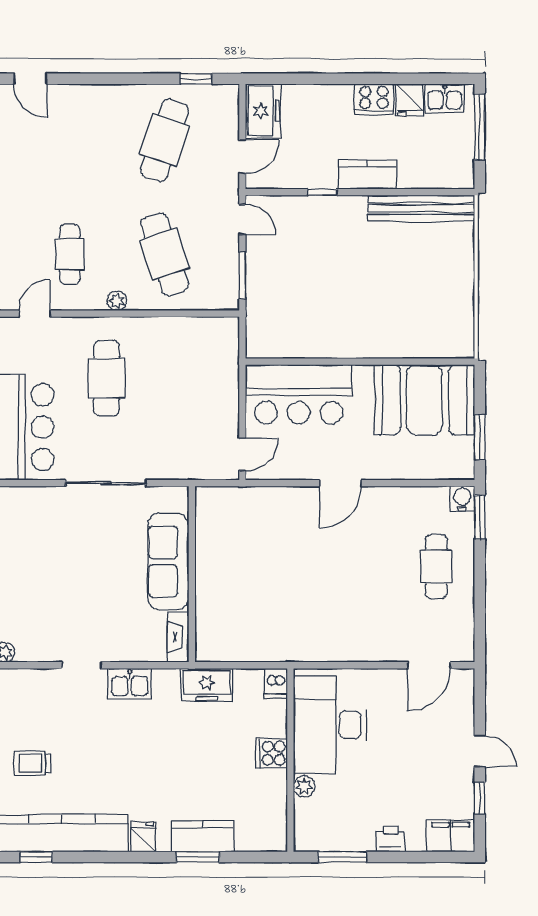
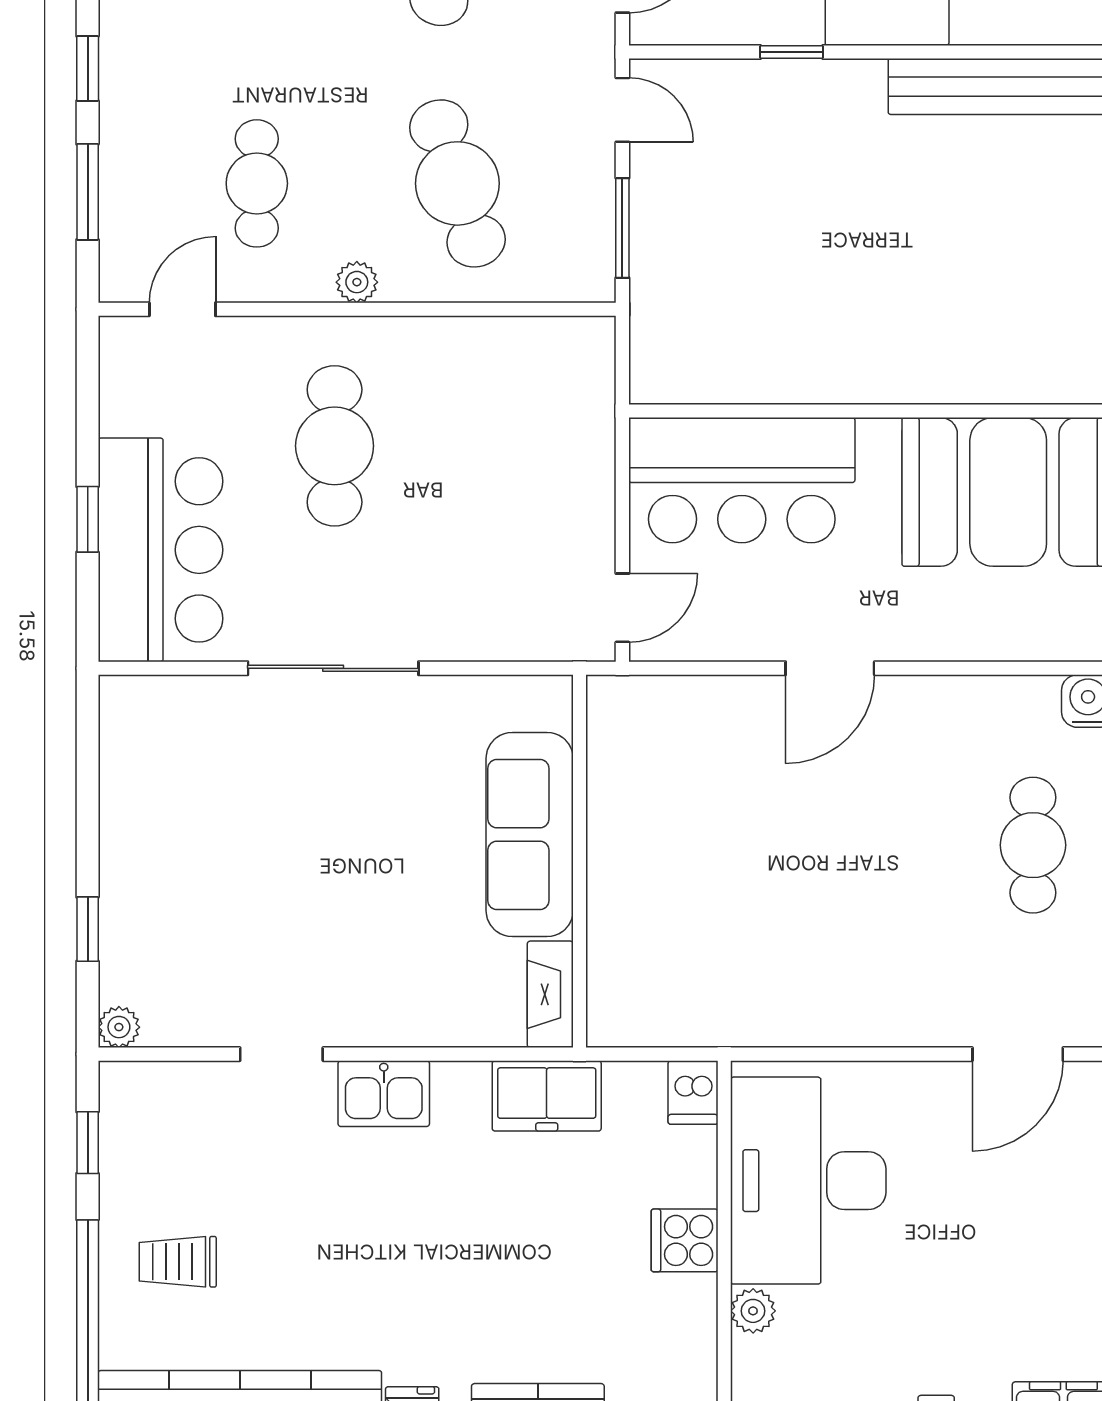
sofa: (168, 562) -> (530, 834), moved
wall: (192, 574) -> (580, 861), moved
fireplace: (178, 637) -> (550, 994), moved

